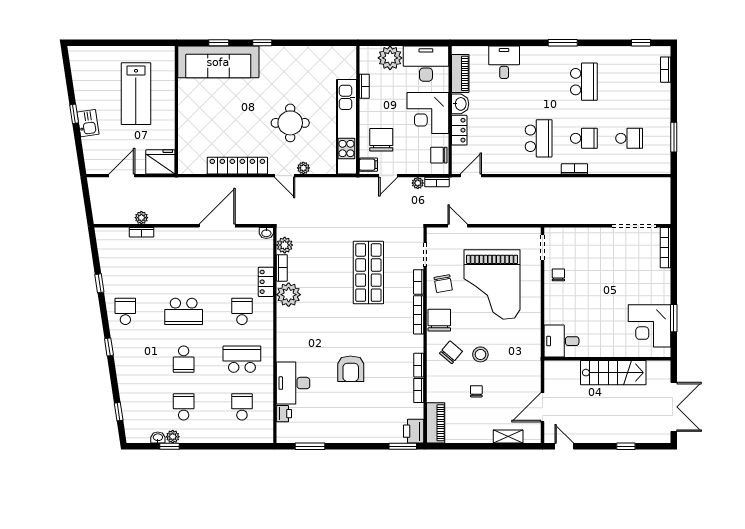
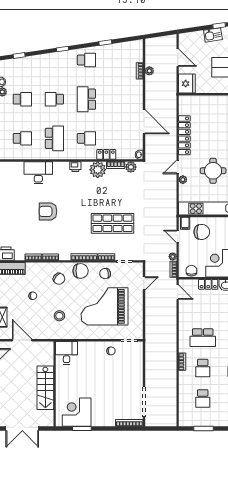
stool: (480, 354) -> (59, 316), moved
printer: (284, 414) -> (75, 167), moved

